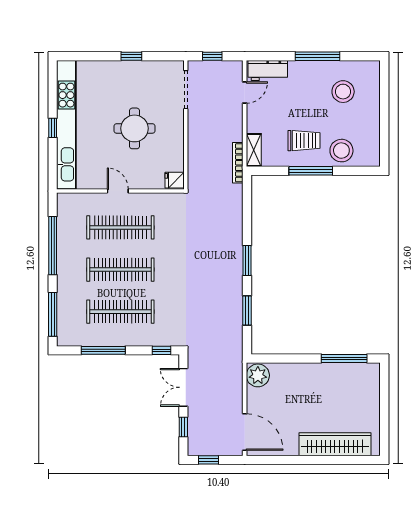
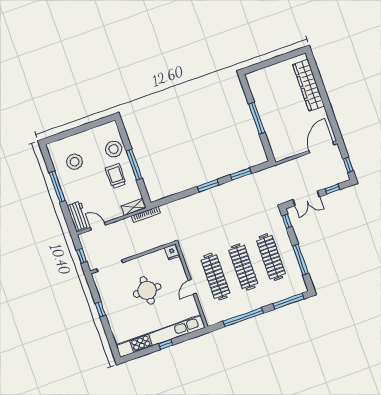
window: (344, 359) -> (257, 118), moved
plant: (258, 375) -> (281, 152), removed

